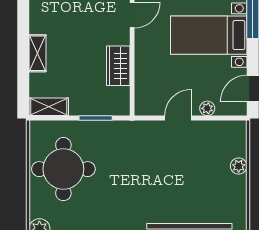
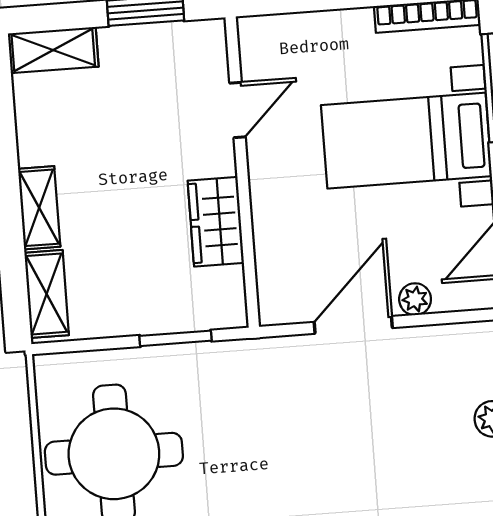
shelving: (49, 107) -> (47, 294), moved, turned 90
door: (178, 118) -> (353, 325), width x1.38

